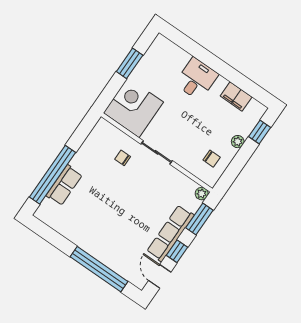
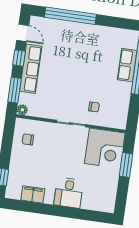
window: (130, 63) -> (126, 165), moved
plant: (238, 142) -> (15, 162), removed

